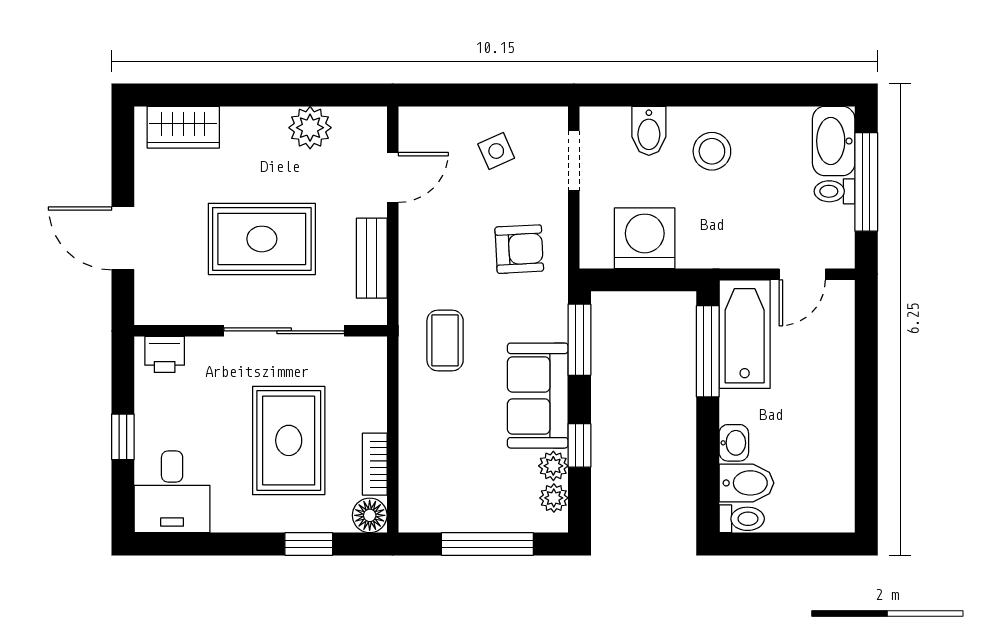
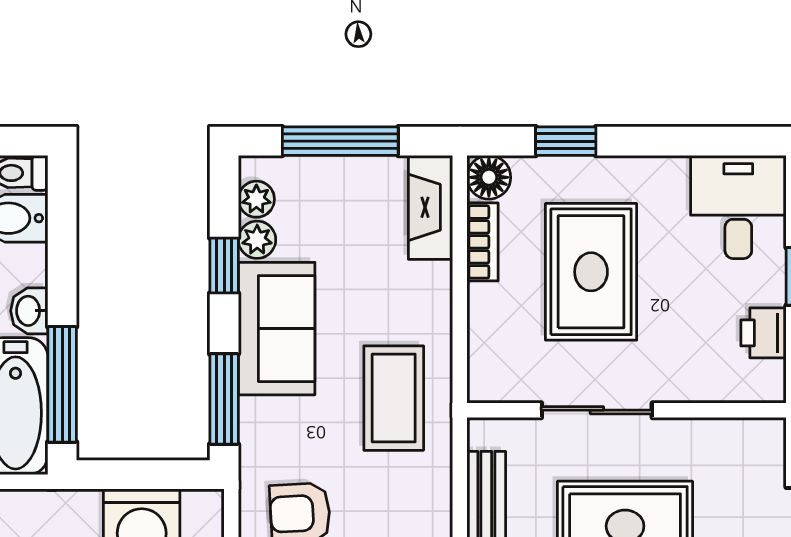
sliding door: (284, 331) -> (597, 410), width x0.73
coffee table: (445, 340) -> (394, 398), width x1.36, depth x1.30
printer: (165, 354) -> (763, 333), moved, turned -90
washbasin: (734, 443) -> (29, 311), moved
fireplace: (416, 492) -> (430, 207), added

